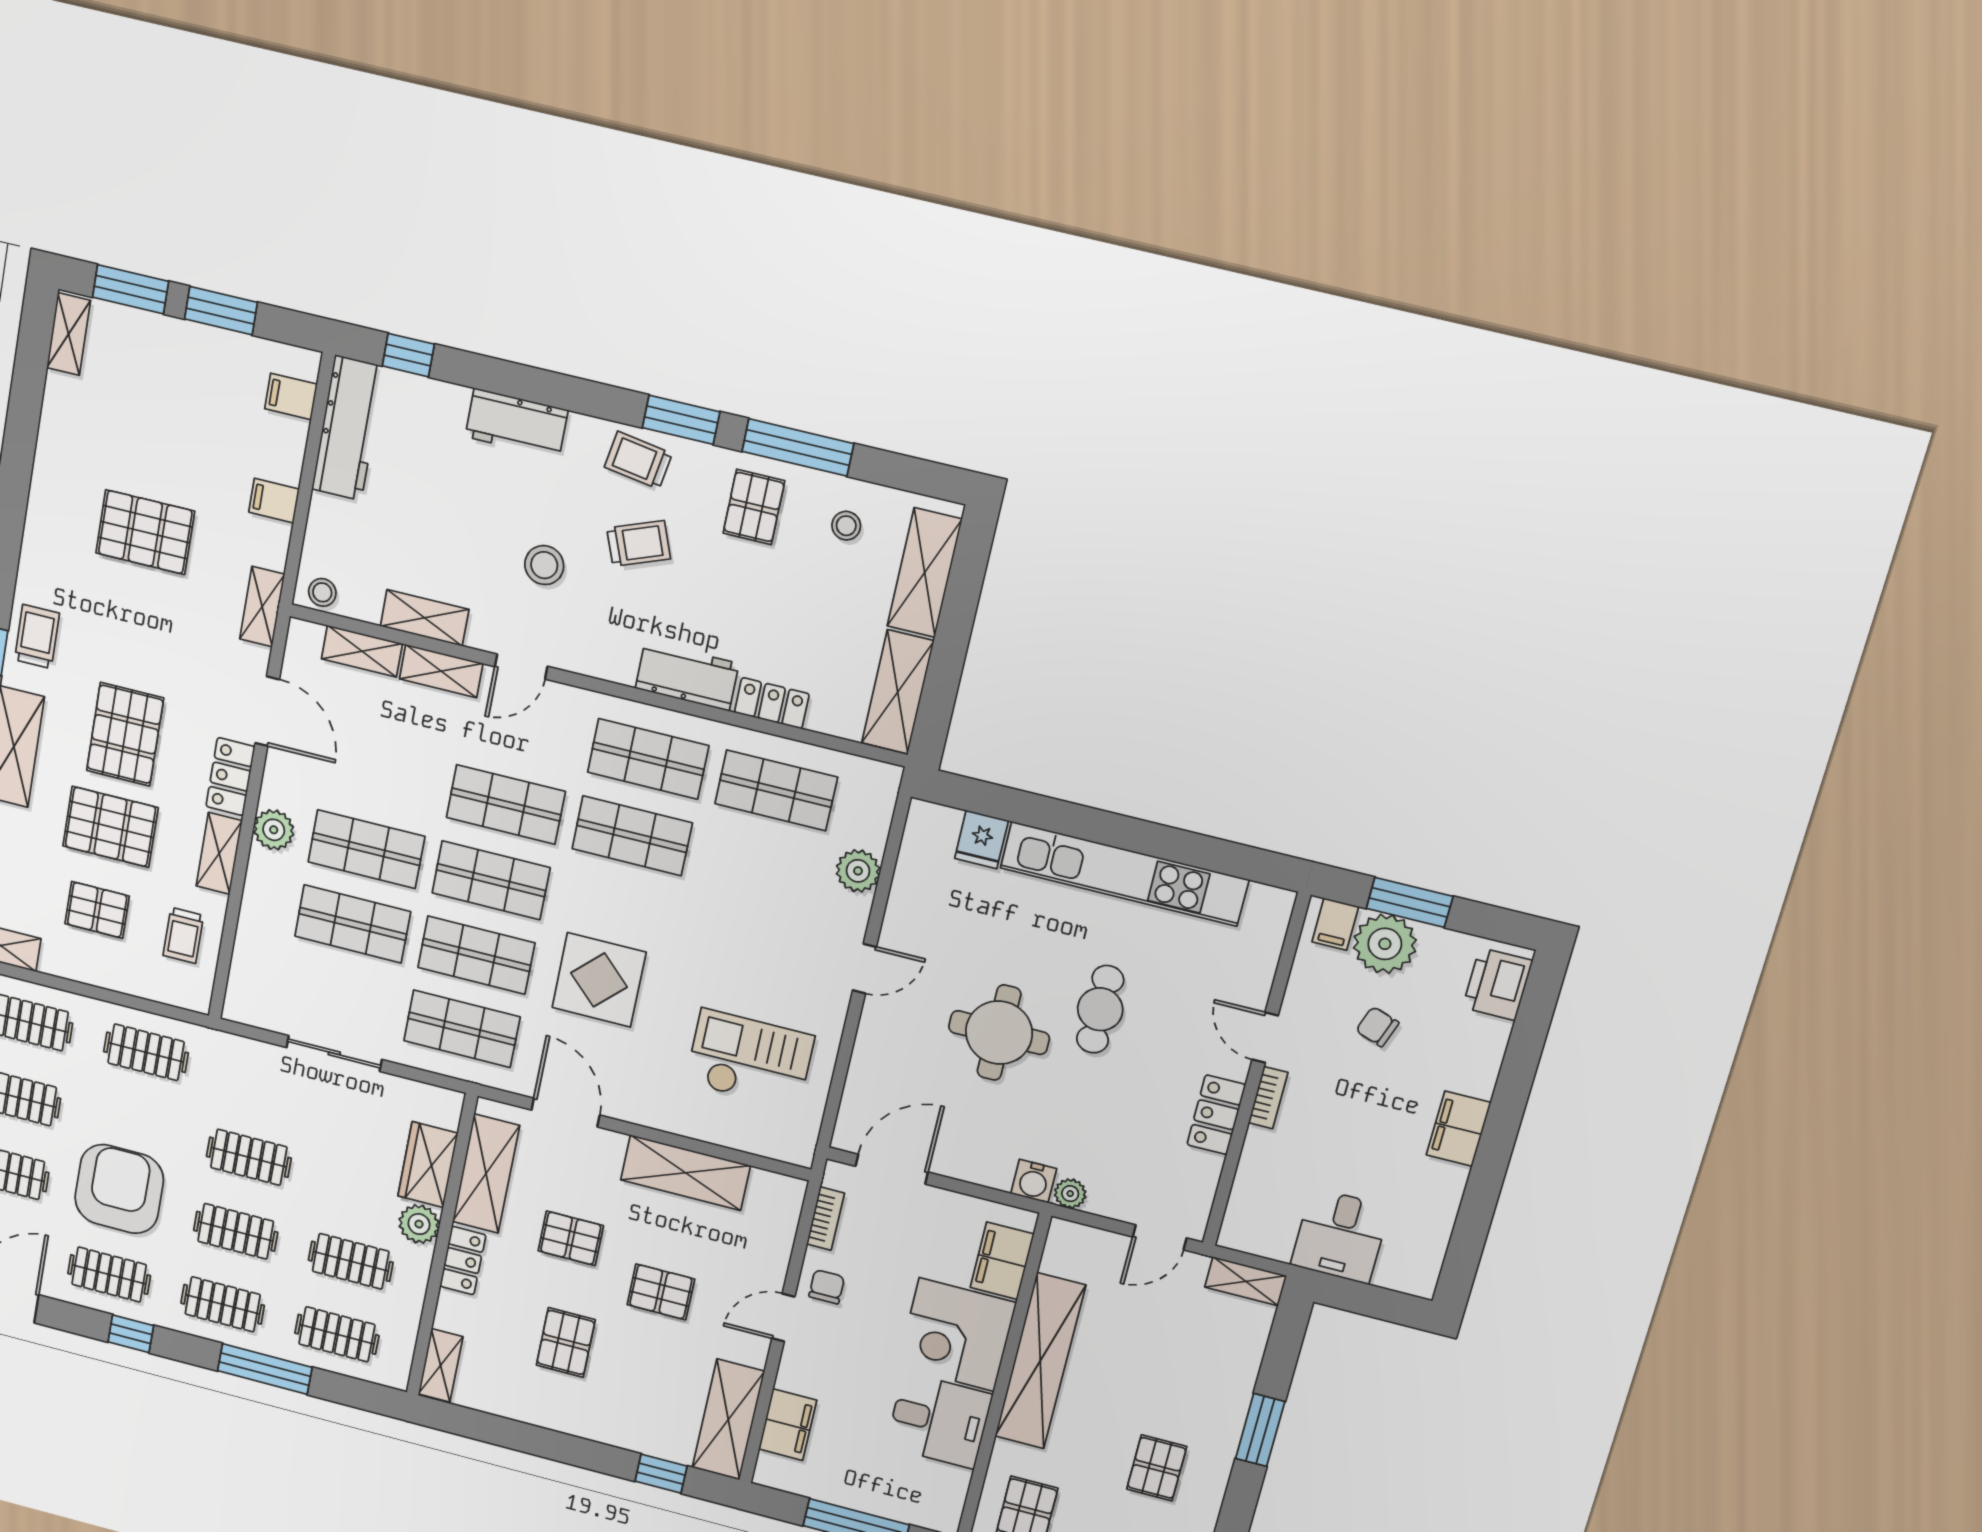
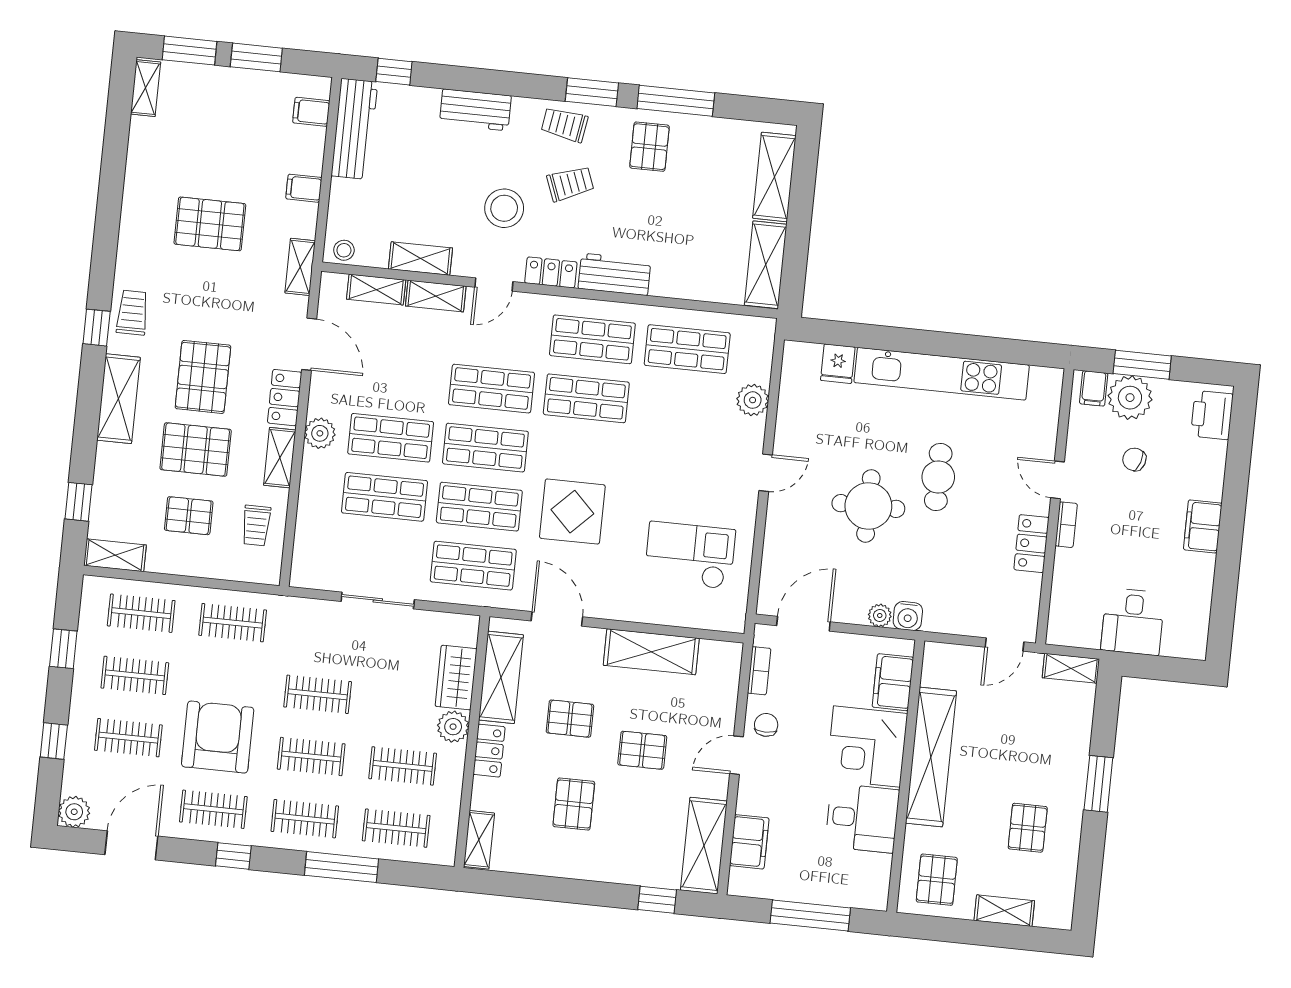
stool: (846, 526) -> (716, 151), removed
stool: (544, 565) -> (504, 208), width x1.38, depth x1.38
locker: (772, 703) -> (551, 273), moved
plant: (1070, 1194) -> (880, 616), moved

